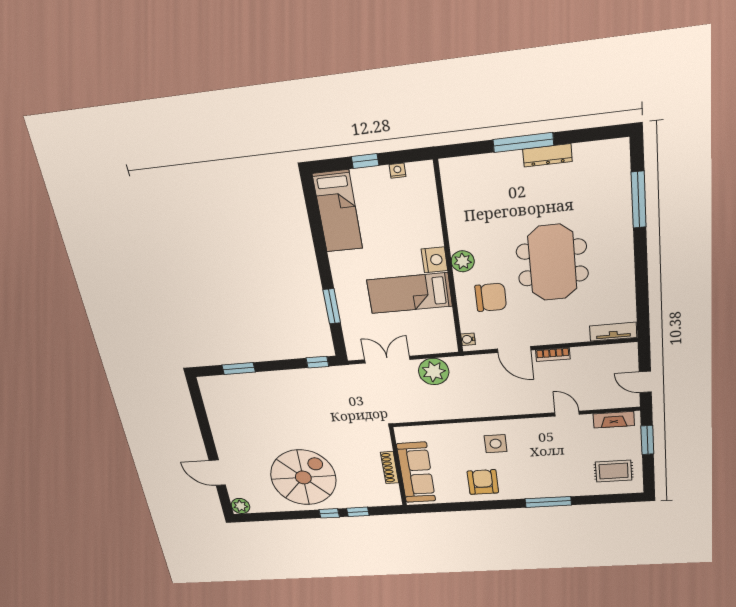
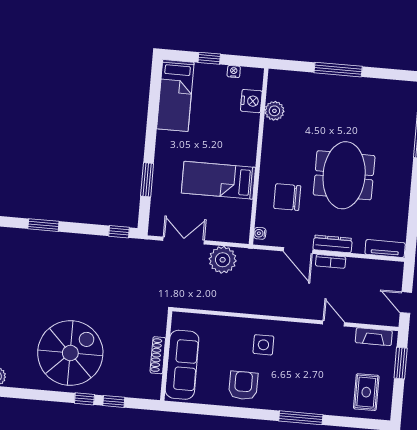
dresser: (547, 155) -> (333, 244), moved, turned 180
nightstand: (434, 260) -> (251, 101), moved
plant: (463, 261) -> (274, 111), moved
chair: (491, 297) -> (287, 197), turned 180
rug: (614, 471) -> (366, 392), turned 90

